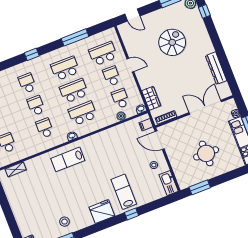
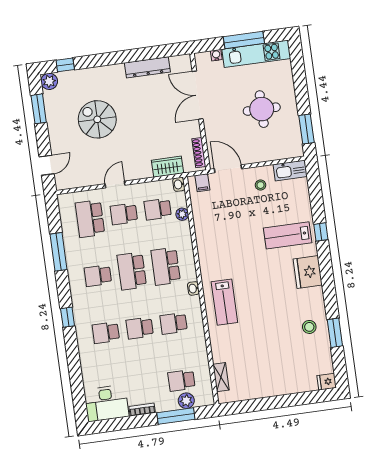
school desk: (65, 68) -> (98, 276), width x0.54
door: (160, 140) -> (228, 169), swing flipped

